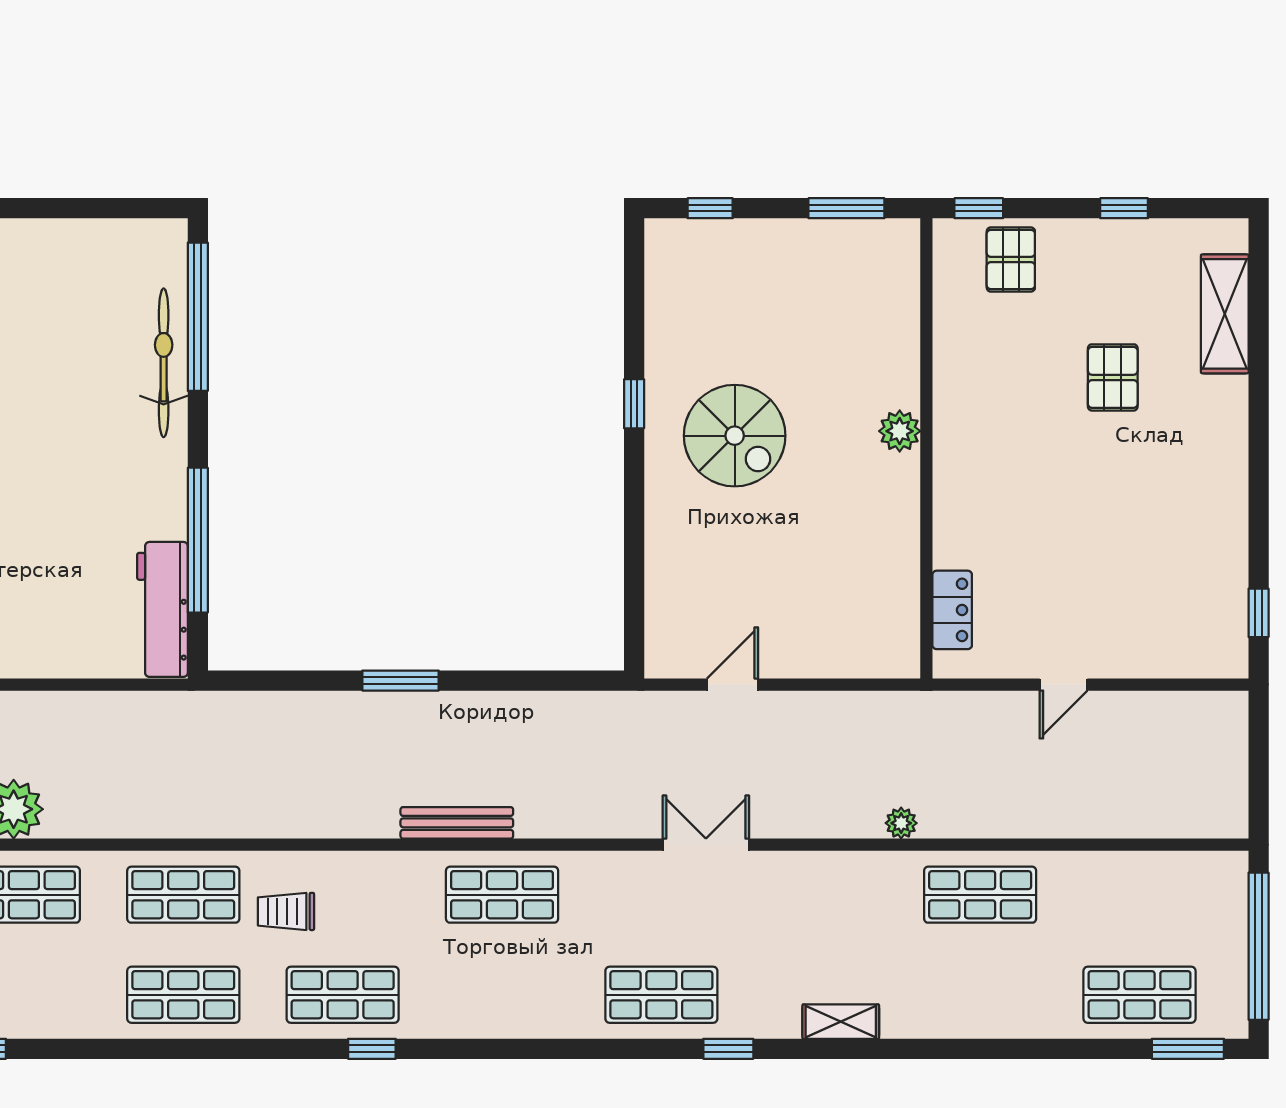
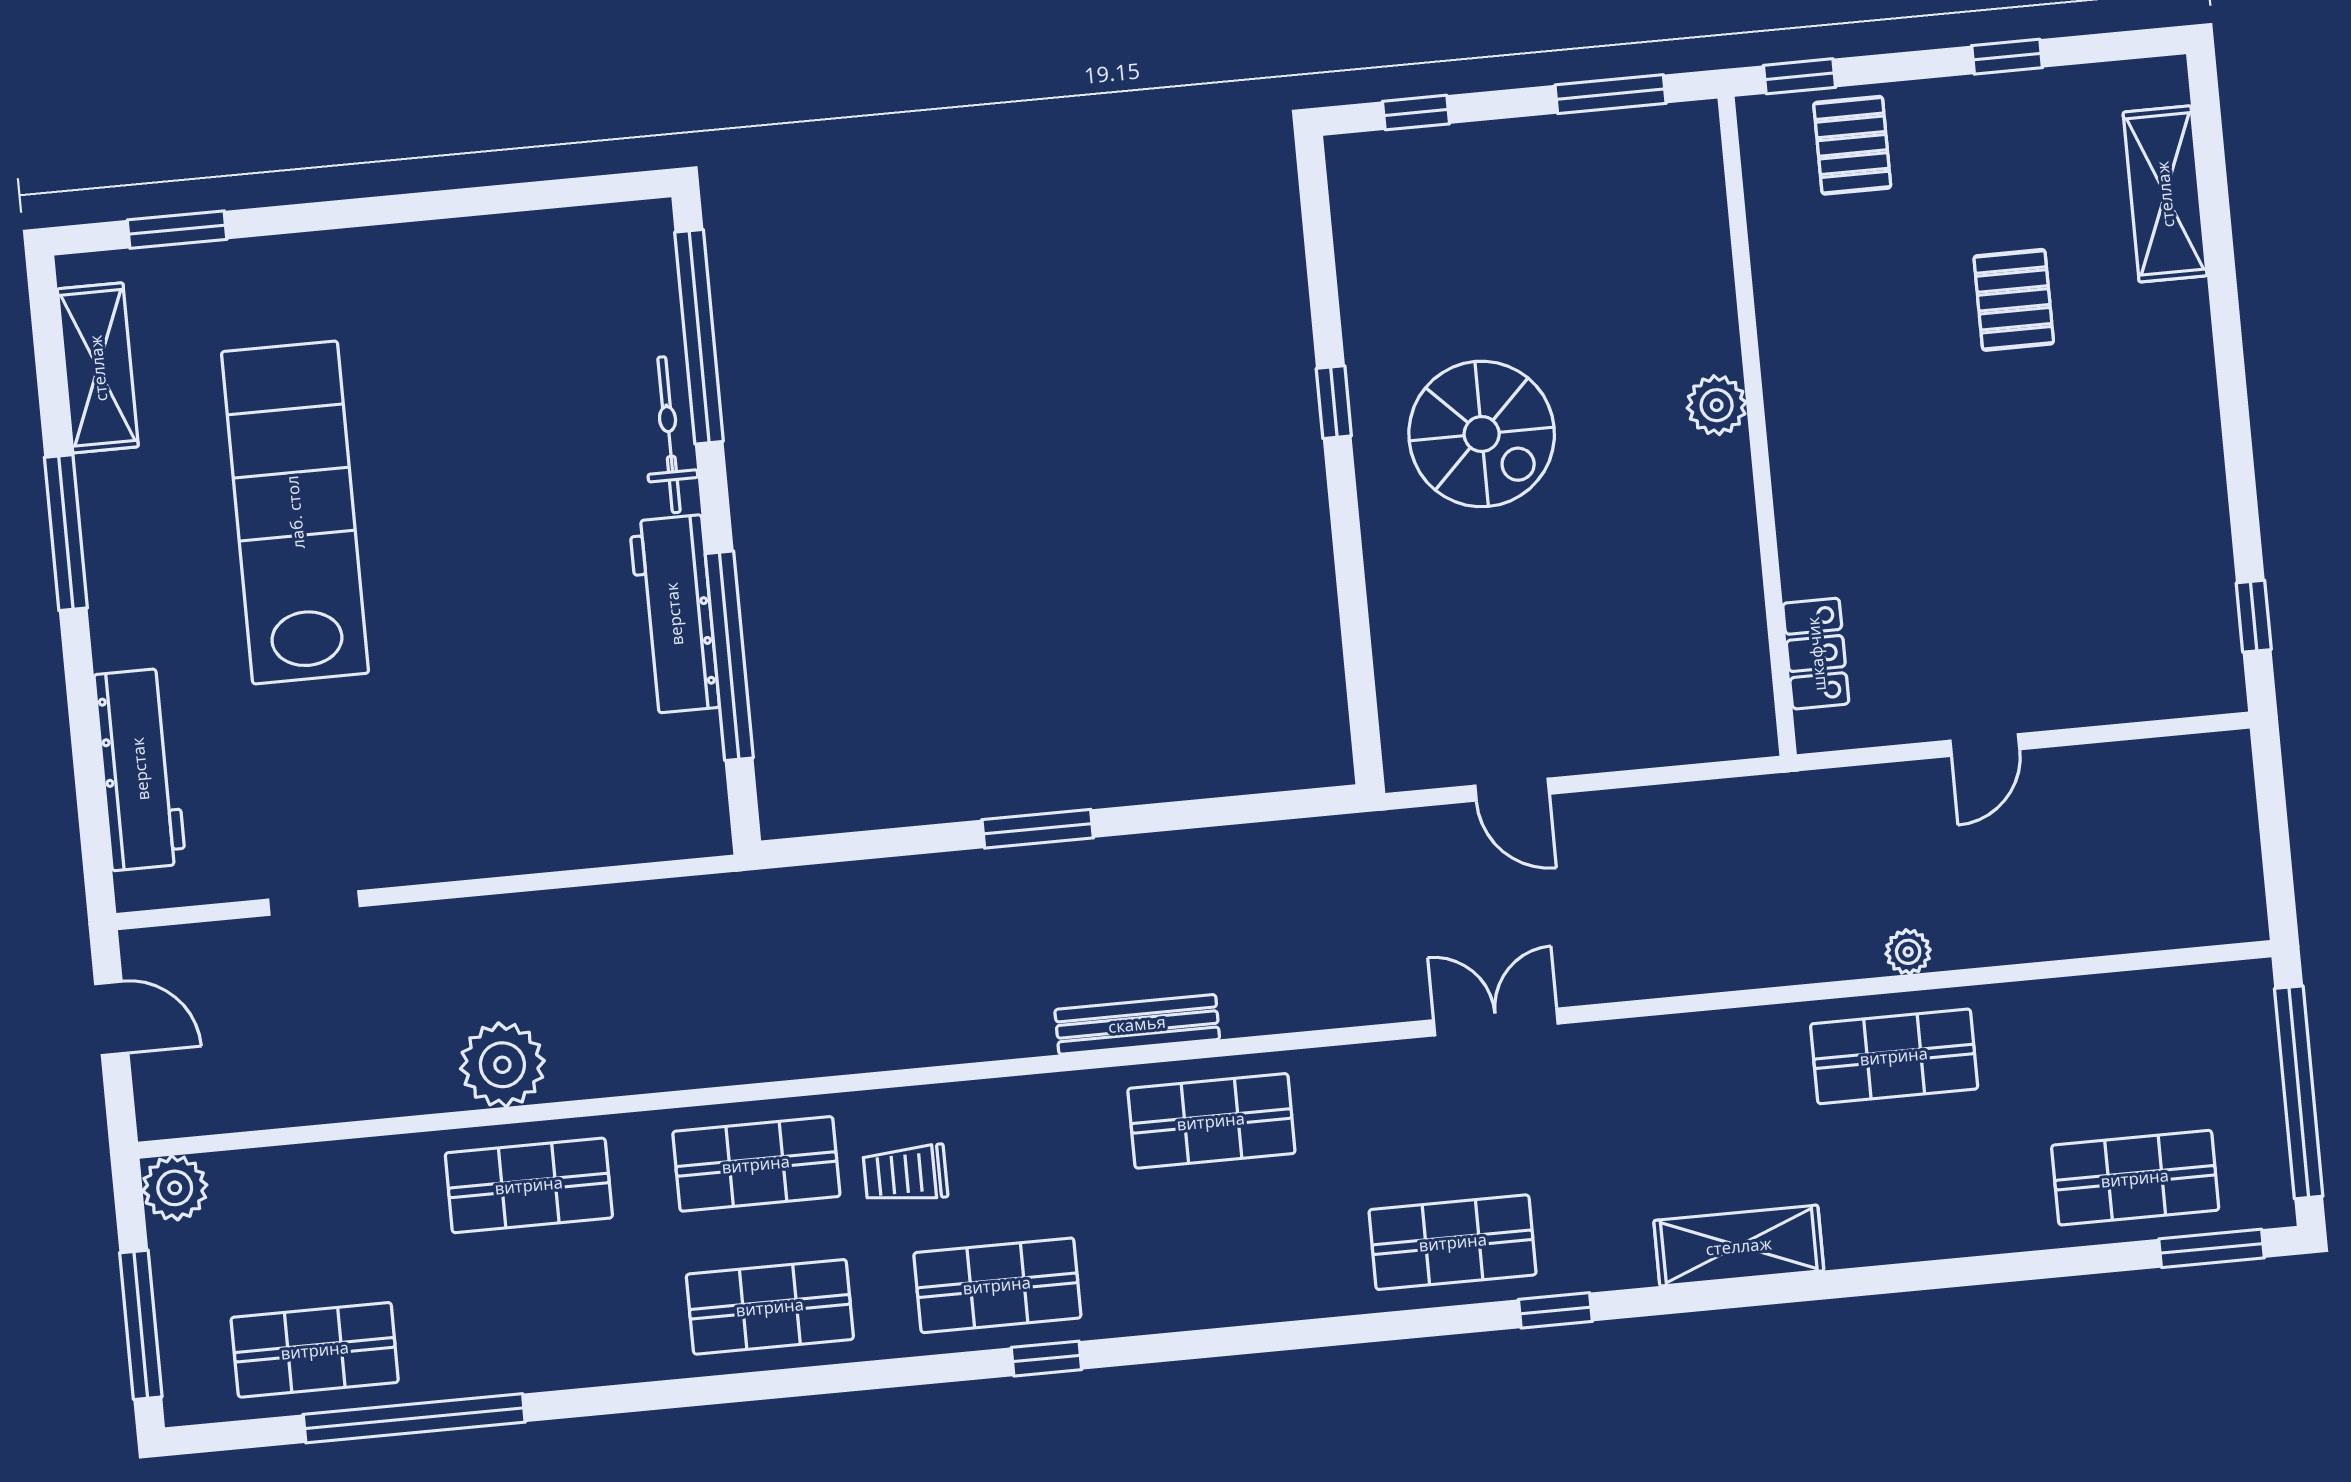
bicycle: (164, 363) -> (669, 435), width x0.73, depth x0.71
workbench: (162, 609) -> (674, 614), moved
door: (732, 685) -> (1512, 790), swing flipped
plant: (901, 823) -> (1908, 952), moved
shelving: (841, 1022) -> (1739, 1246), width x1.50, depth x1.33

